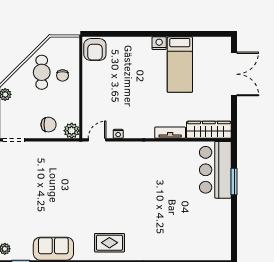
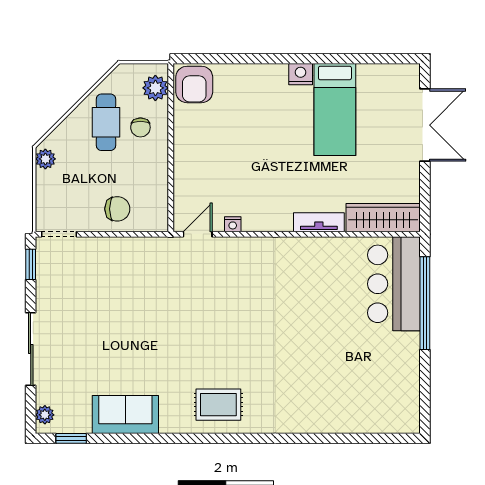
plant: (72, 131) -> (155, 88), moved
window: (234, 181) -> (425, 303), width x2.11

